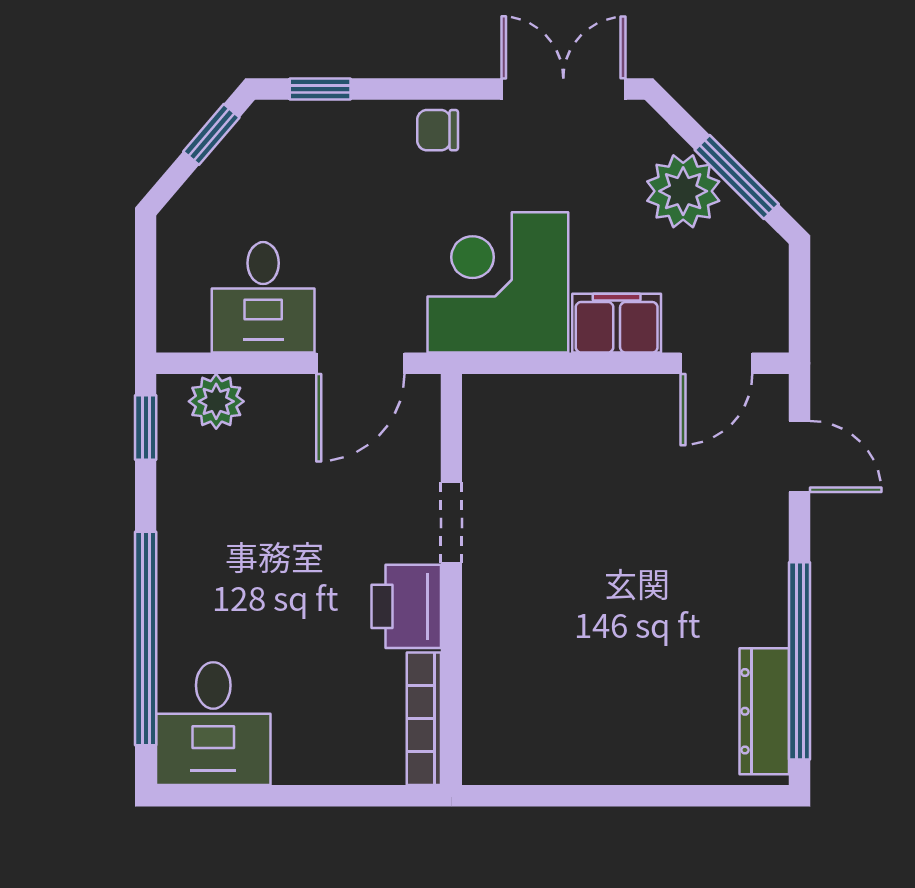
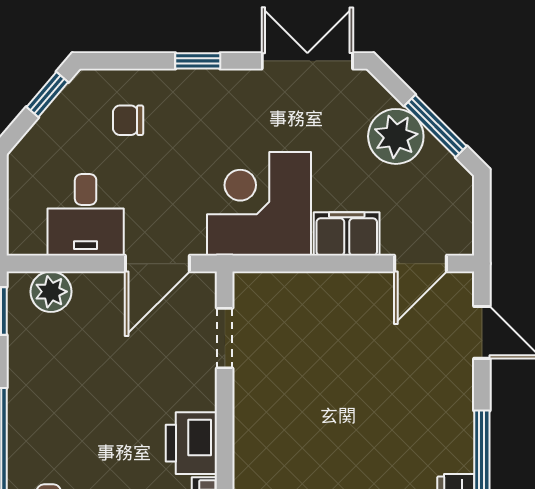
window: (320, 89) -> (198, 61), moved
chair: (438, 130) -> (128, 120), moved
doorway: (451, 523) -> (225, 338), moved

